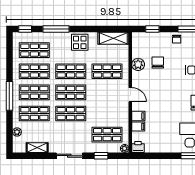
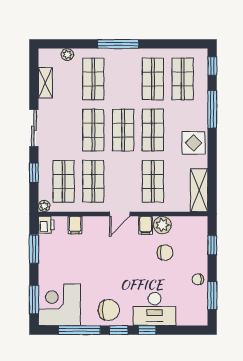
shop shelf: (34, 92) -> (93, 181), moved
filing cabinet: (138, 116) -> (146, 225), moved
window: (155, 156) -> (34, 249), added

